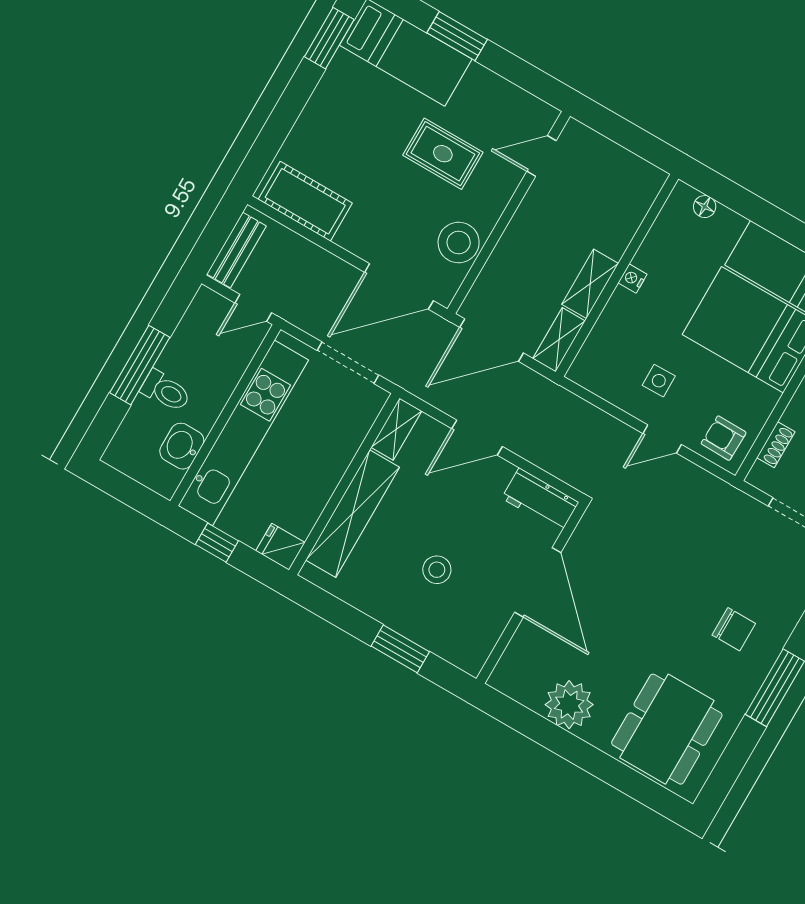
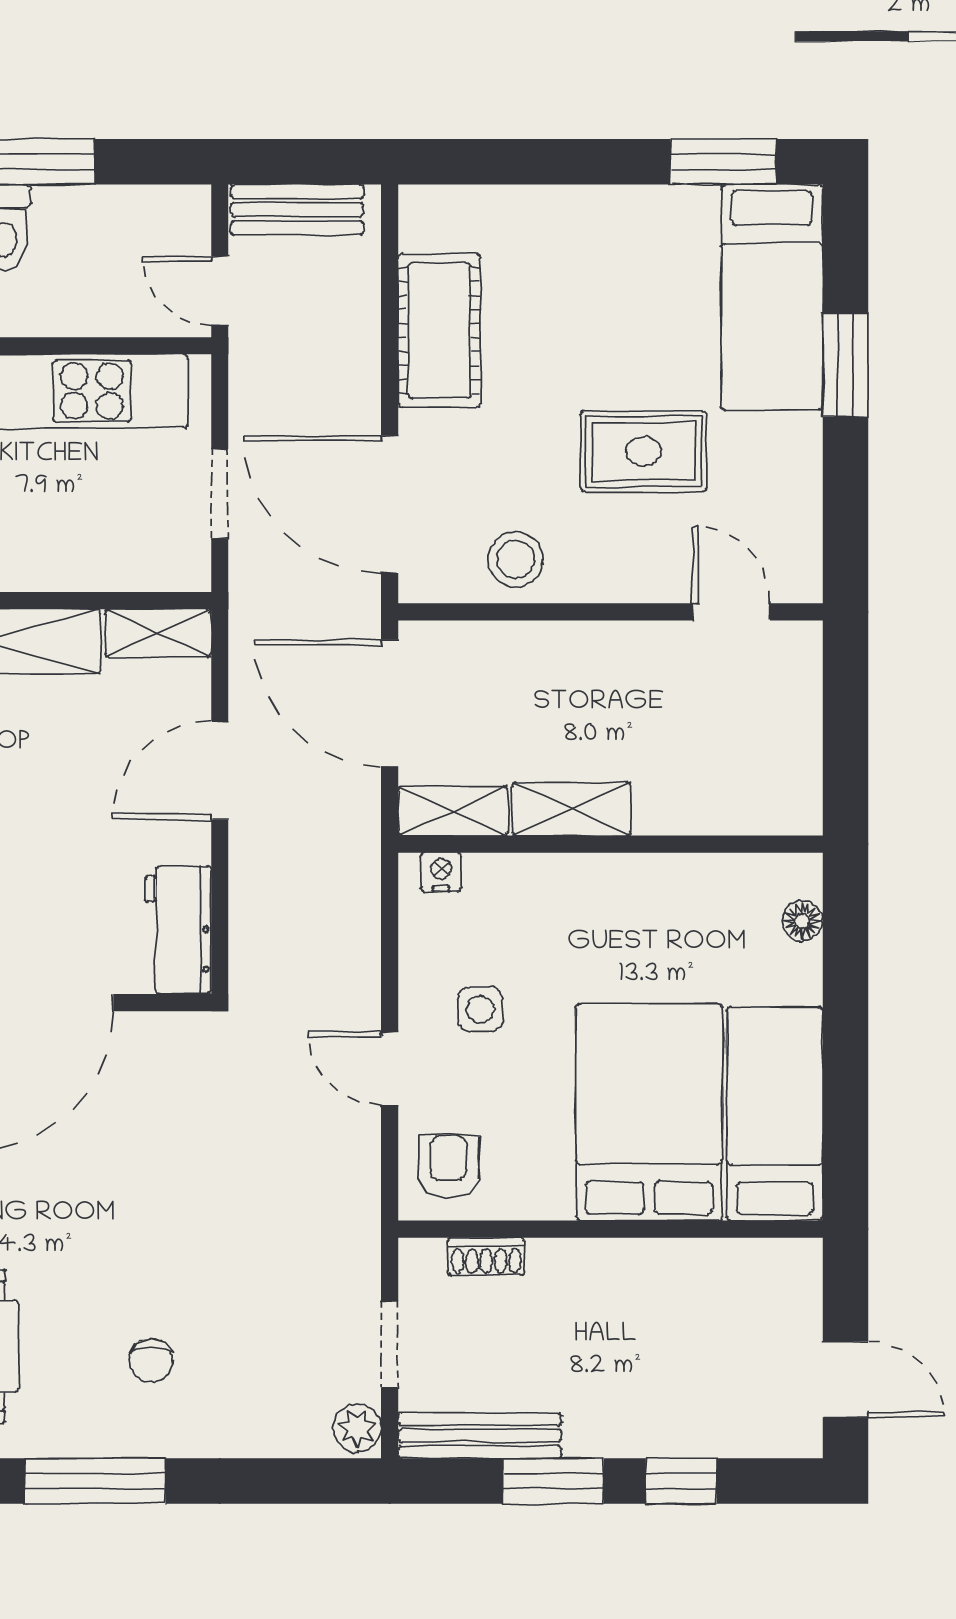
rug: (443, 154) -> (644, 451), turned 90
cot: (305, 201) -> (439, 330), moved
stool: (459, 243) -> (516, 559), width x0.73, depth x0.73
nightstand: (633, 278) -> (441, 872), moved
doorway: (348, 363) -> (220, 494), width x0.73
door: (477, 438) -> (220, 770), hinge flipped
chair: (734, 629) -> (151, 1361), width x0.73, depth x0.73

